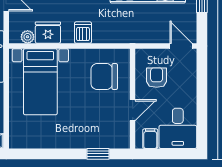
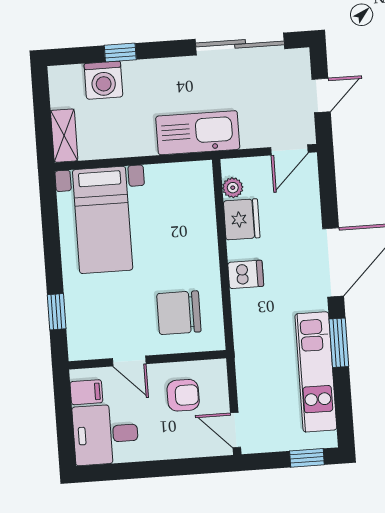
door: (181, 46) -> (236, 430), swing flipped
chair: (104, 77) -> (179, 313), turned -90
bed with nightstands: (40, 82) -> (103, 220), moved, turned -90

